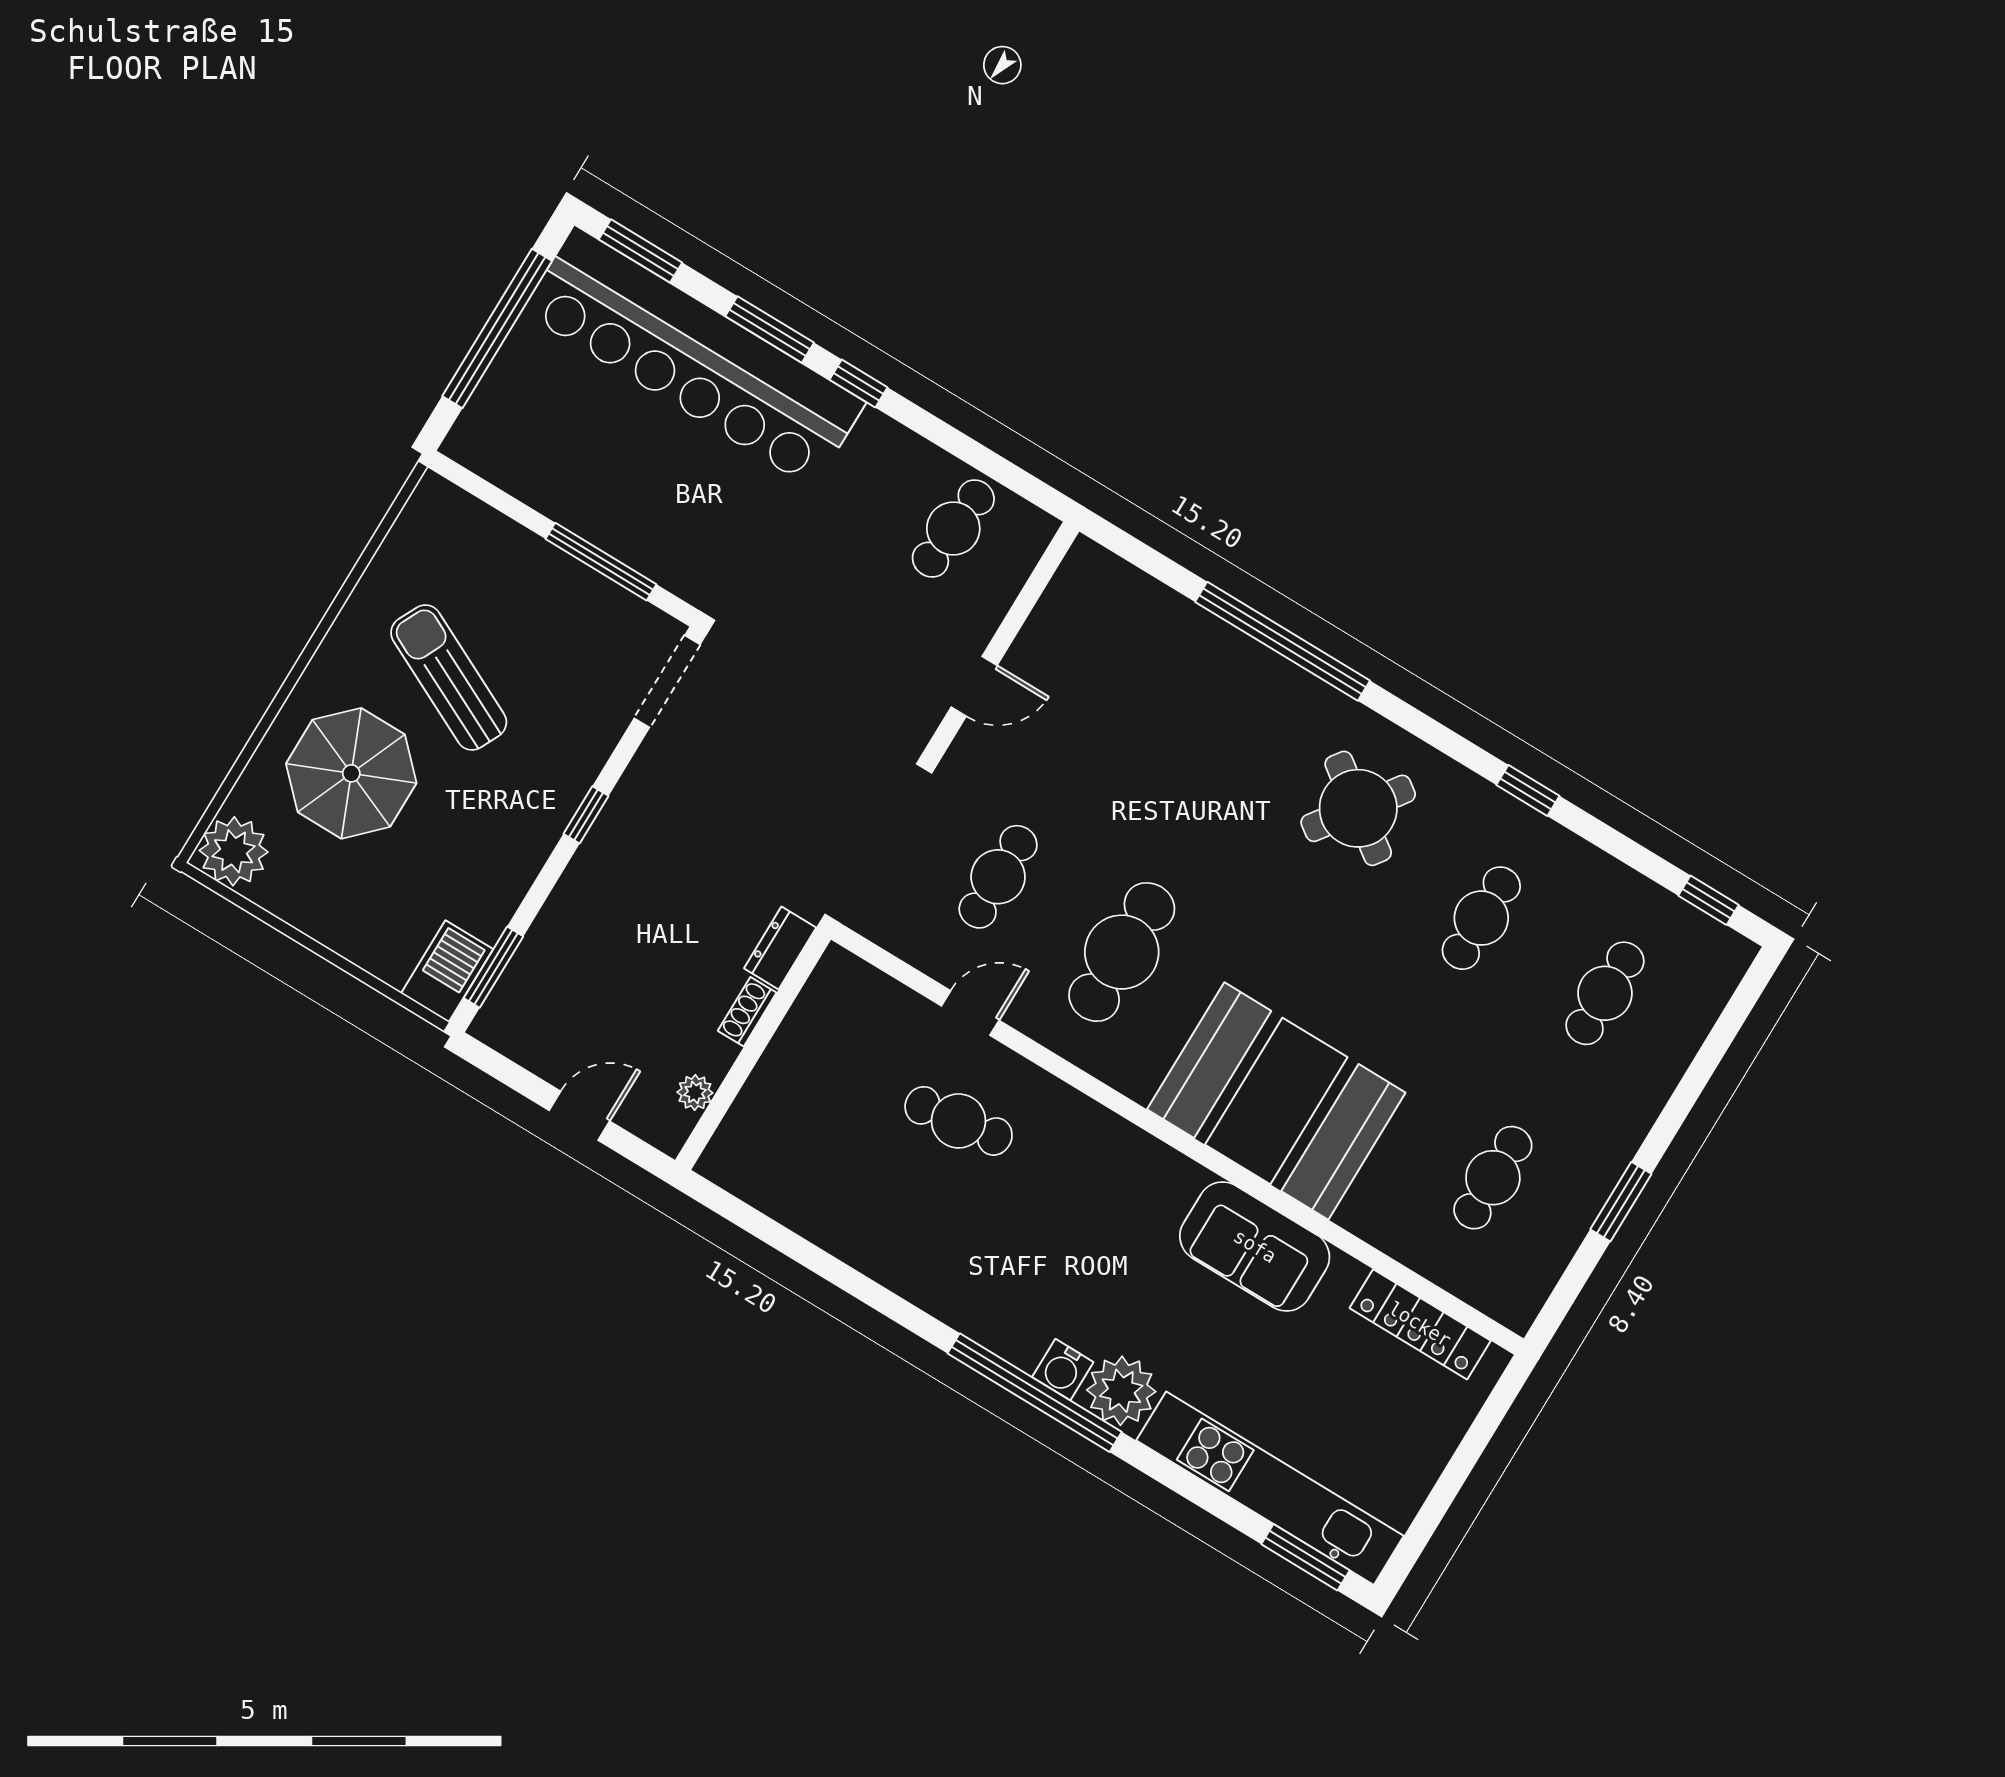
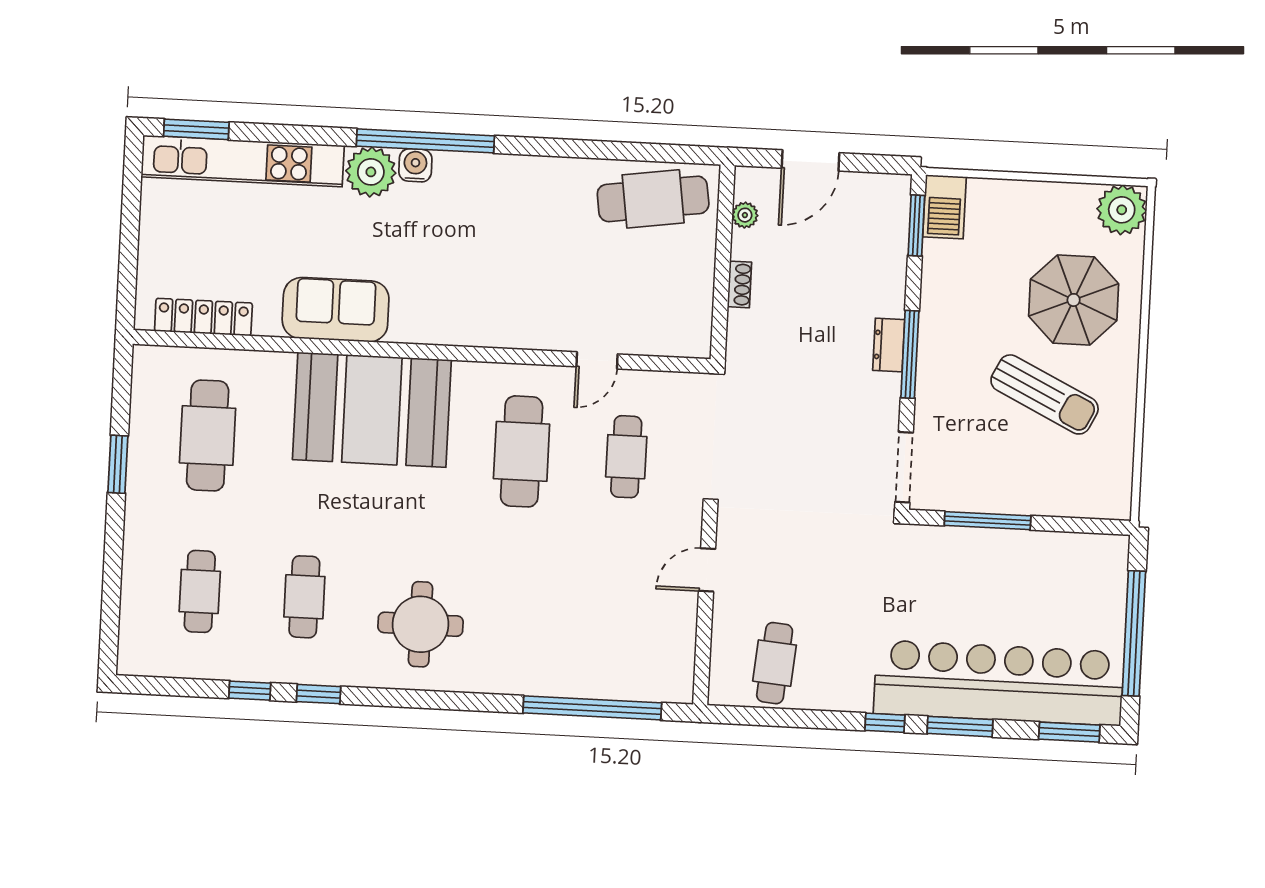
window: (1283, 641) -> (592, 708), moved
round table: (1358, 808) -> (420, 624), turned -36
window: (586, 815) -> (910, 354), width x2.17
window: (1709, 900) -> (250, 691), moved
dresser: (780, 948) -> (889, 345), moved, turned 180
door: (579, 1116) -> (810, 160), width x1.38
cafe table: (959, 1121) -> (653, 199), moved, width x1.37, depth x1.35
cafe table: (1493, 1178) -> (208, 436), width x1.37, depth x1.35

